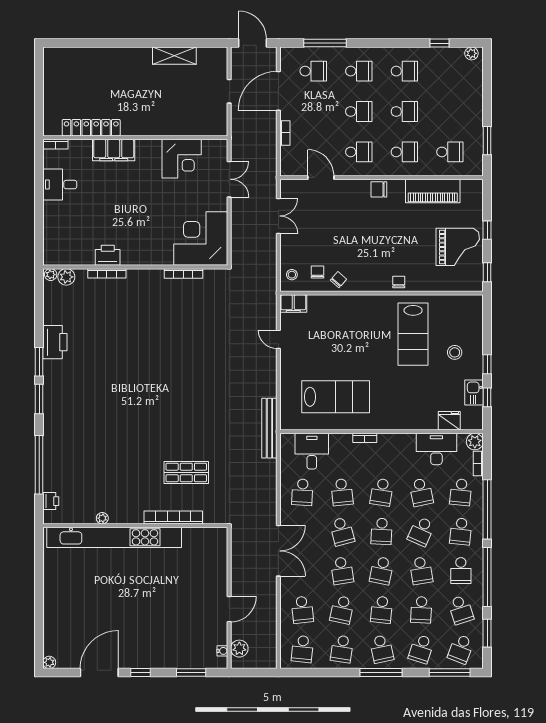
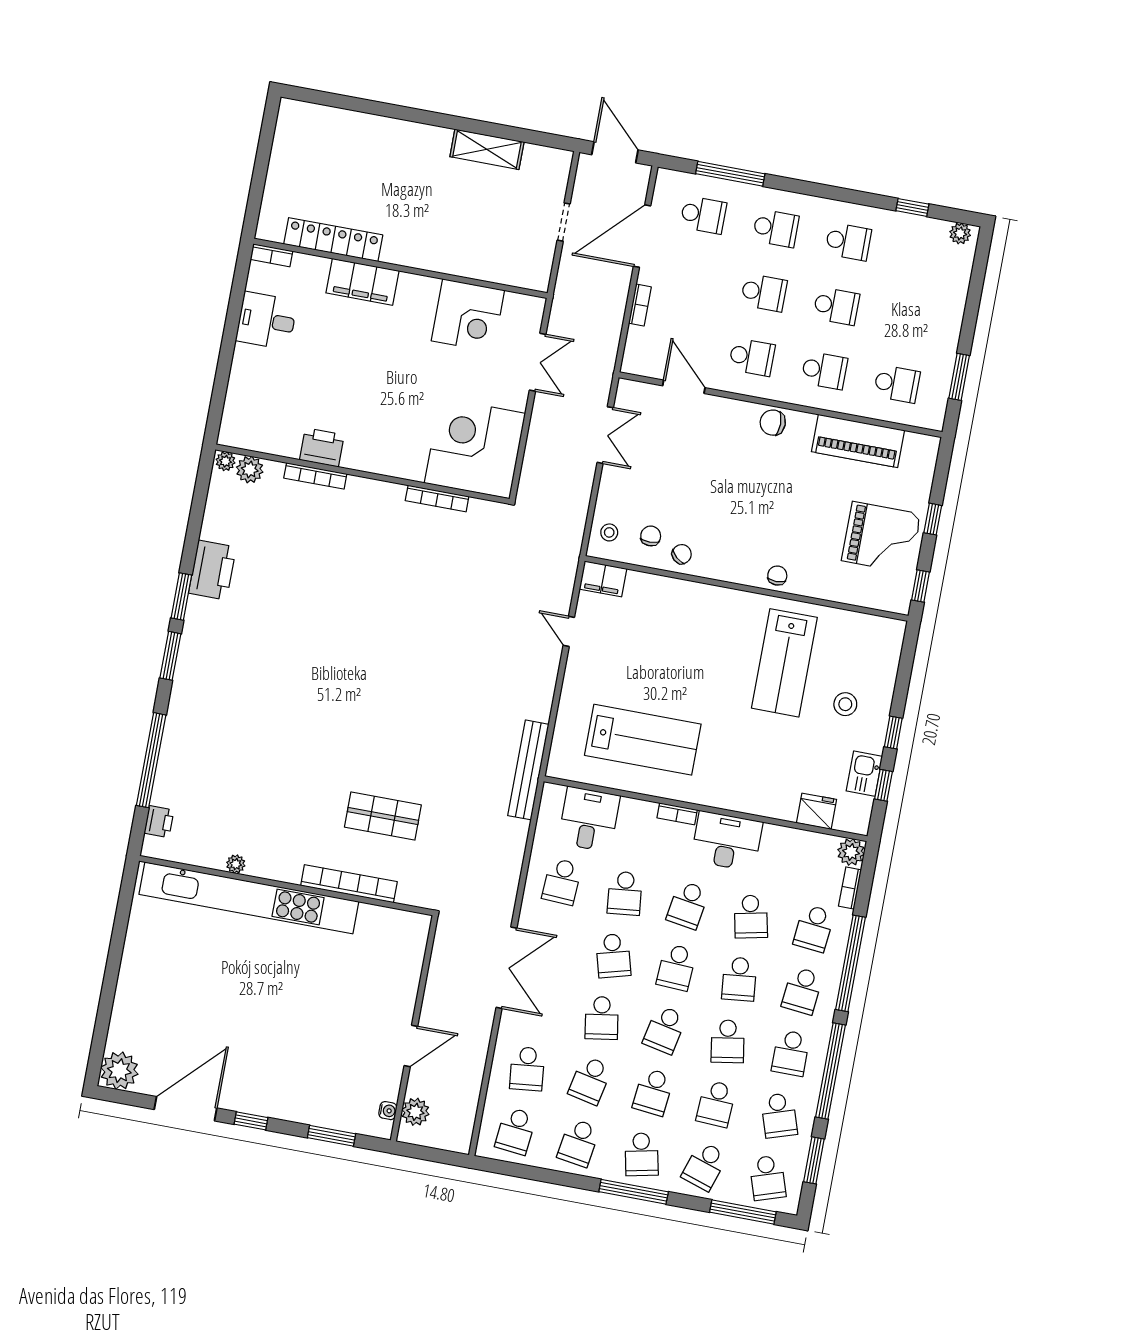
desk: (436, 449) -> (727, 841), moved
school desk: (421, 531) -> (739, 979), turned -30
school desk: (461, 649) -> (768, 1178), turned -39
plant: (49, 662) -> (119, 1071), width x1.88, depth x1.88

